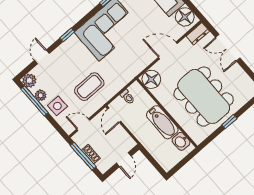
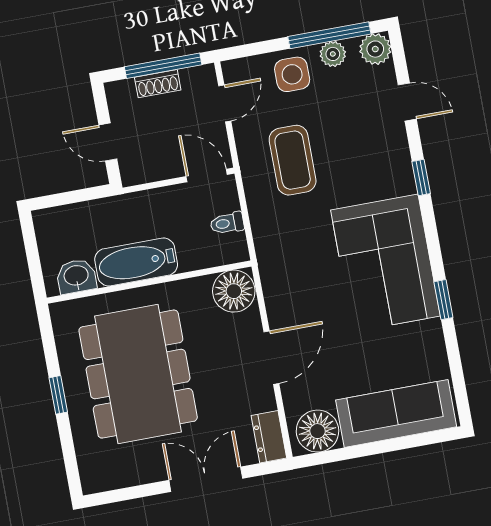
dining table: (204, 97) -> (138, 374), turned 90

